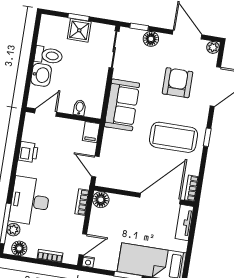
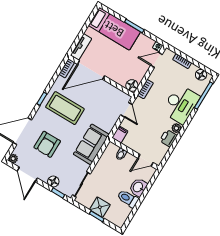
plant: (13, 230) -> (176, 128), moved

